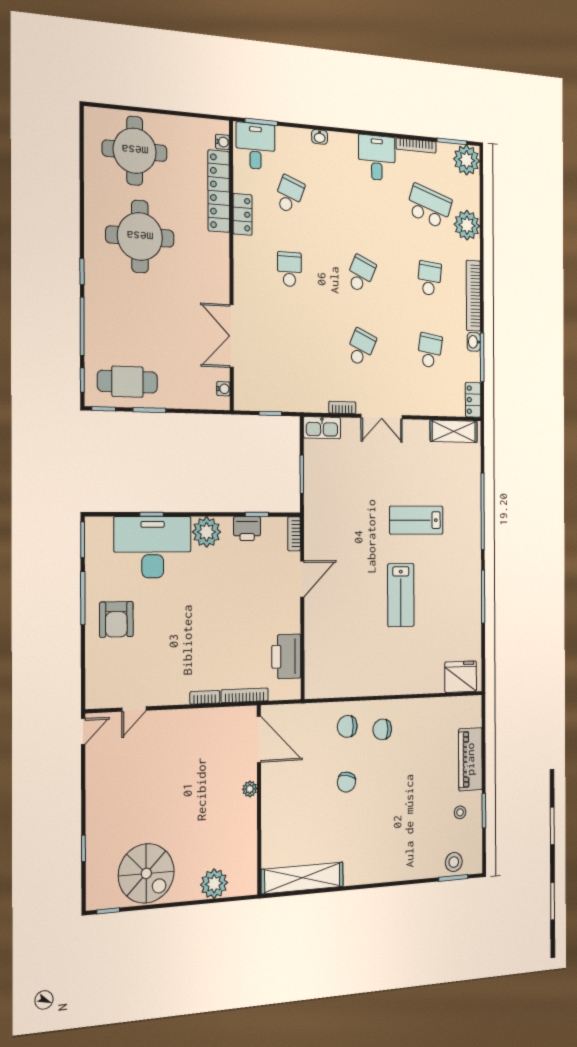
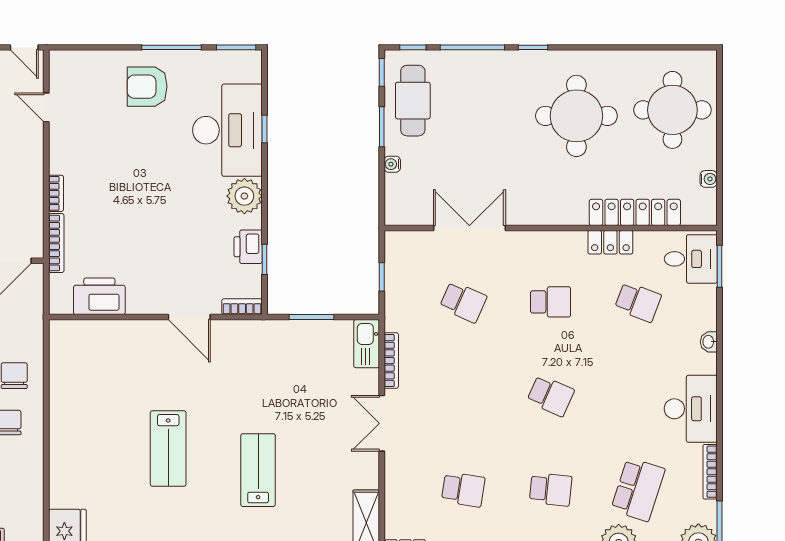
water cooler: (222, 142) -> (709, 179), moved, turned -90
desk: (377, 158) -> (691, 409), width x1.37
school desk: (361, 347) -> (463, 302), moved
water cooler: (223, 389) -> (392, 164), moved, turned 90
bookcase: (342, 407) -> (391, 361), width x1.56
lab bench: (401, 595) -> (168, 449), turned -90

